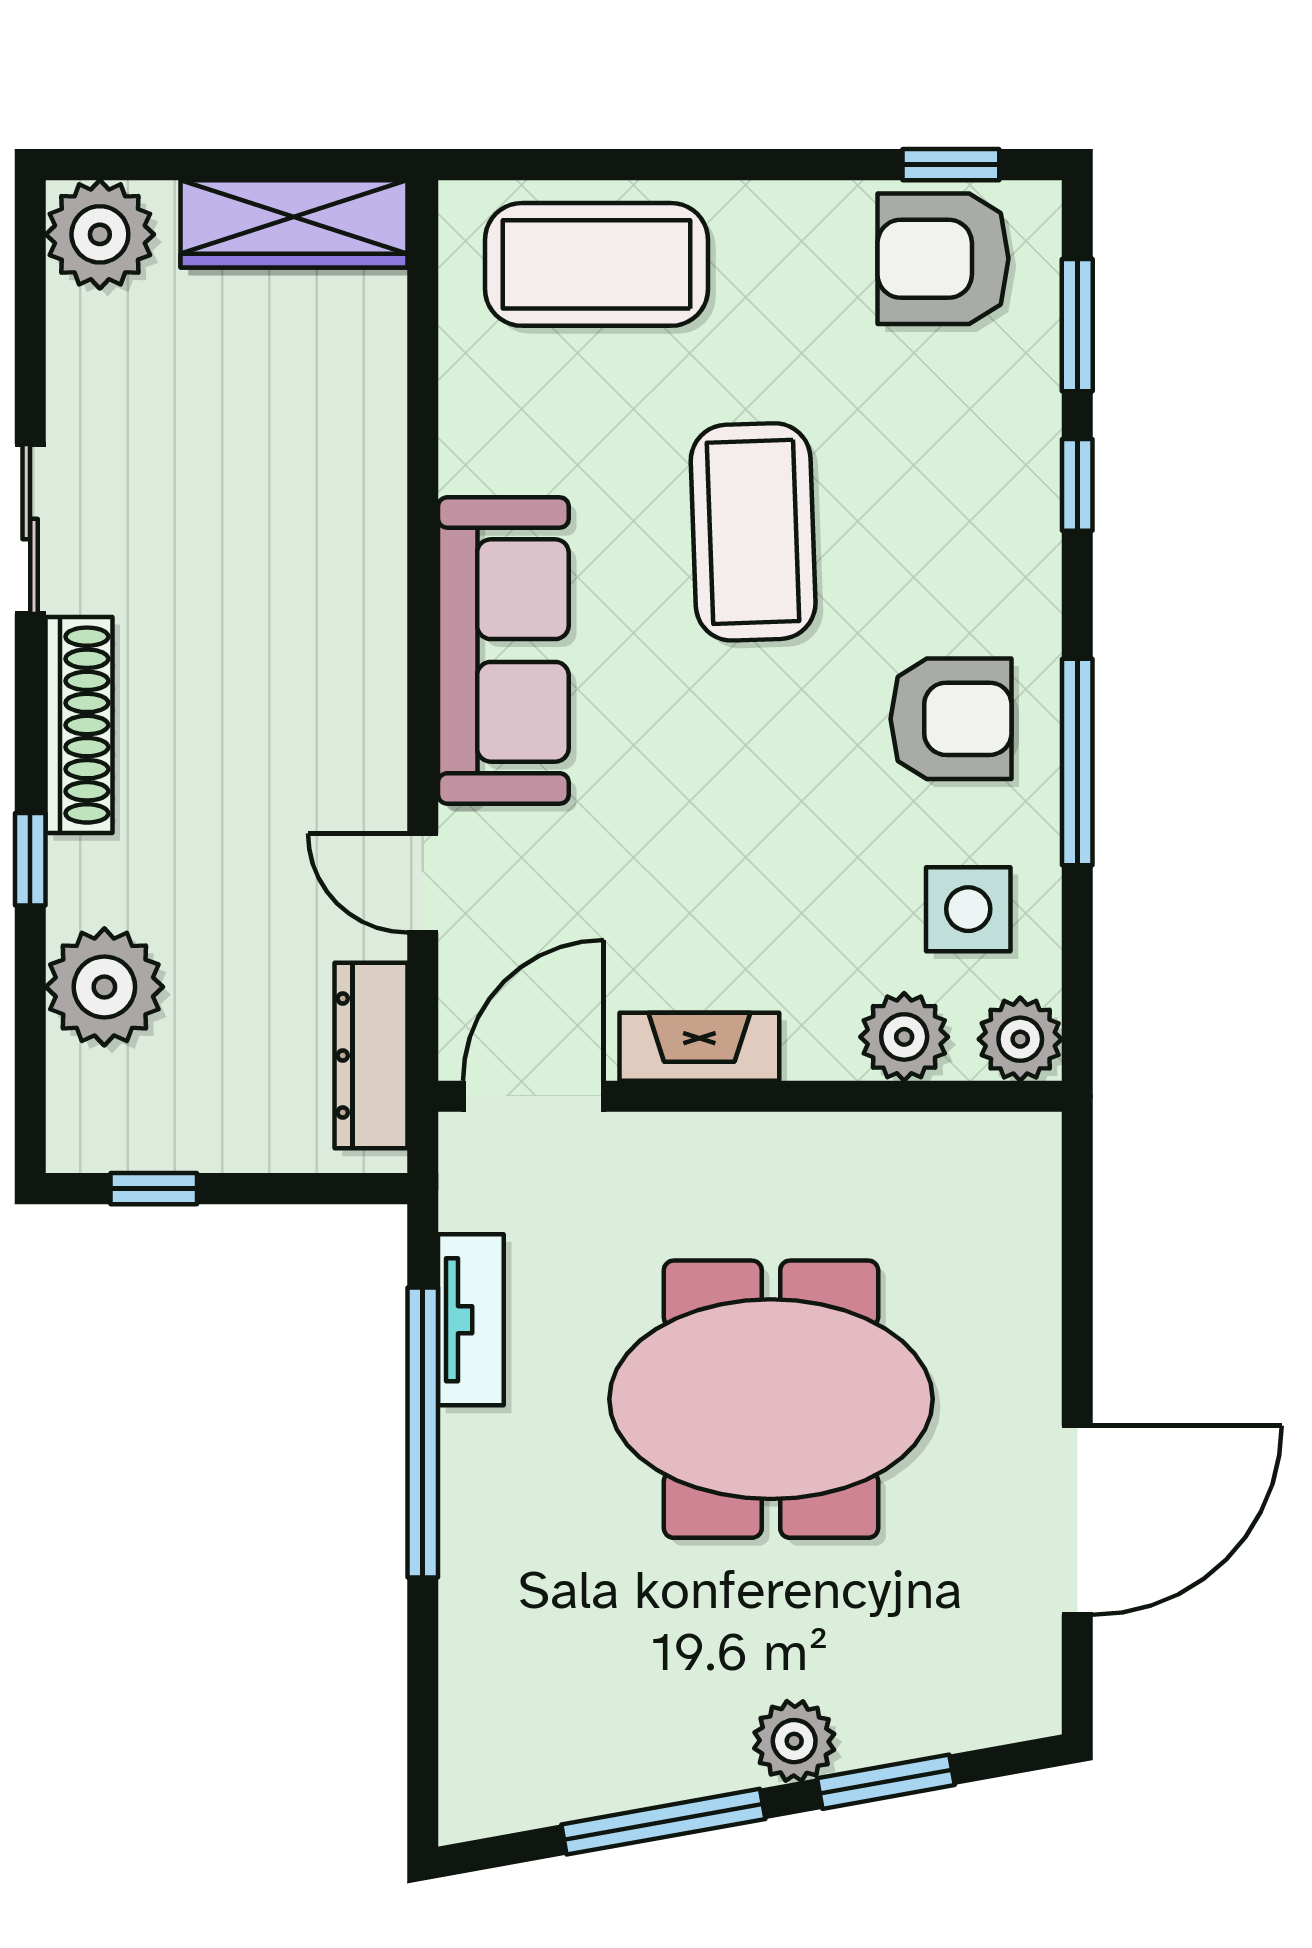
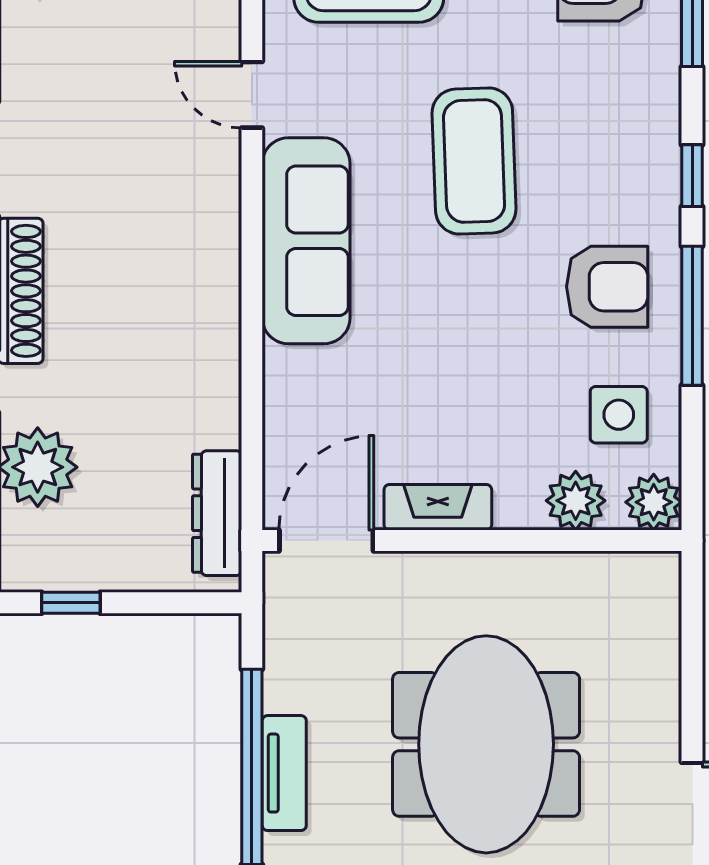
window: (1077, 485) -> (692, 176), moved
door: (423, 883) -> (252, 95), moved
tv unit: (471, 1320) -> (284, 773), moved
meeting table: (771, 1399) -> (486, 744), turned 90

